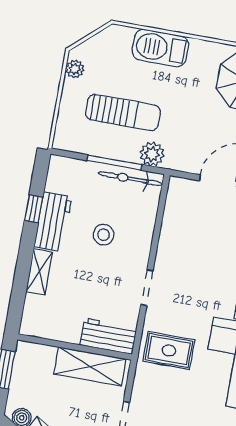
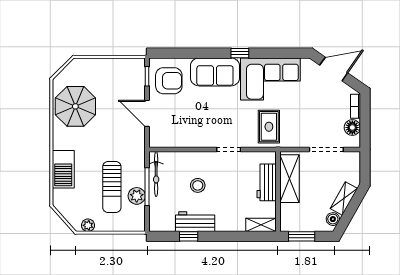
sun lounger: (123, 112) -> (112, 187), turned 180
plant: (152, 154) -> (137, 196), moved
shelving: (39, 272) -> (261, 225), moved
workbench: (108, 336) -> (267, 182), moved

